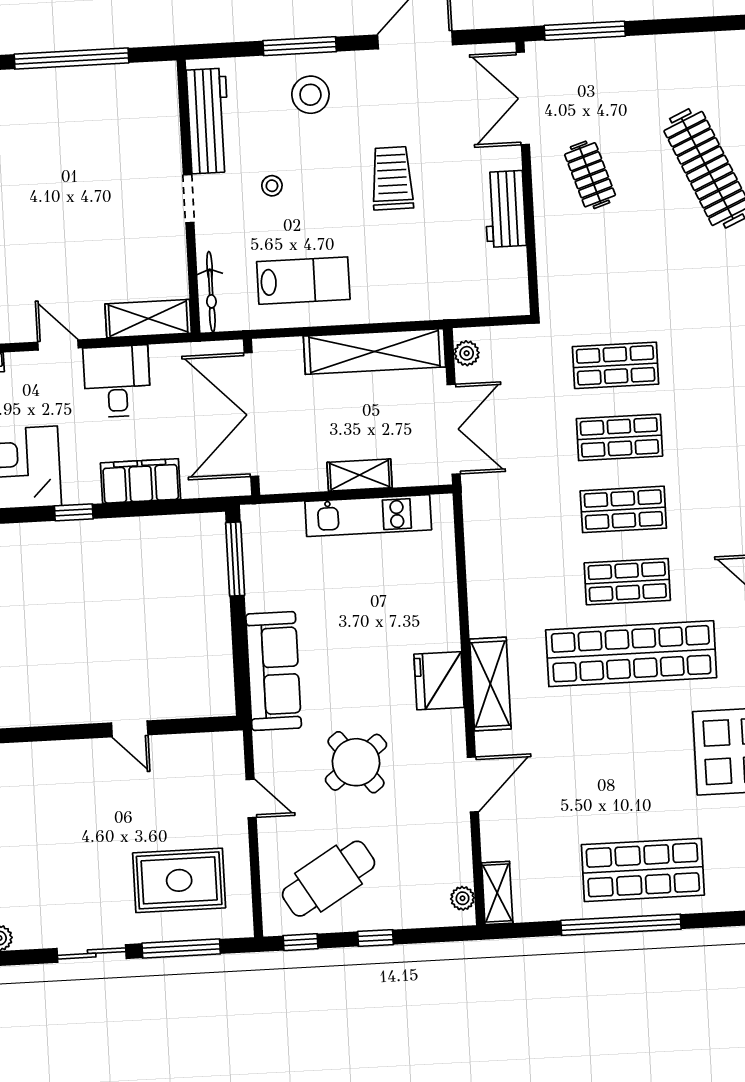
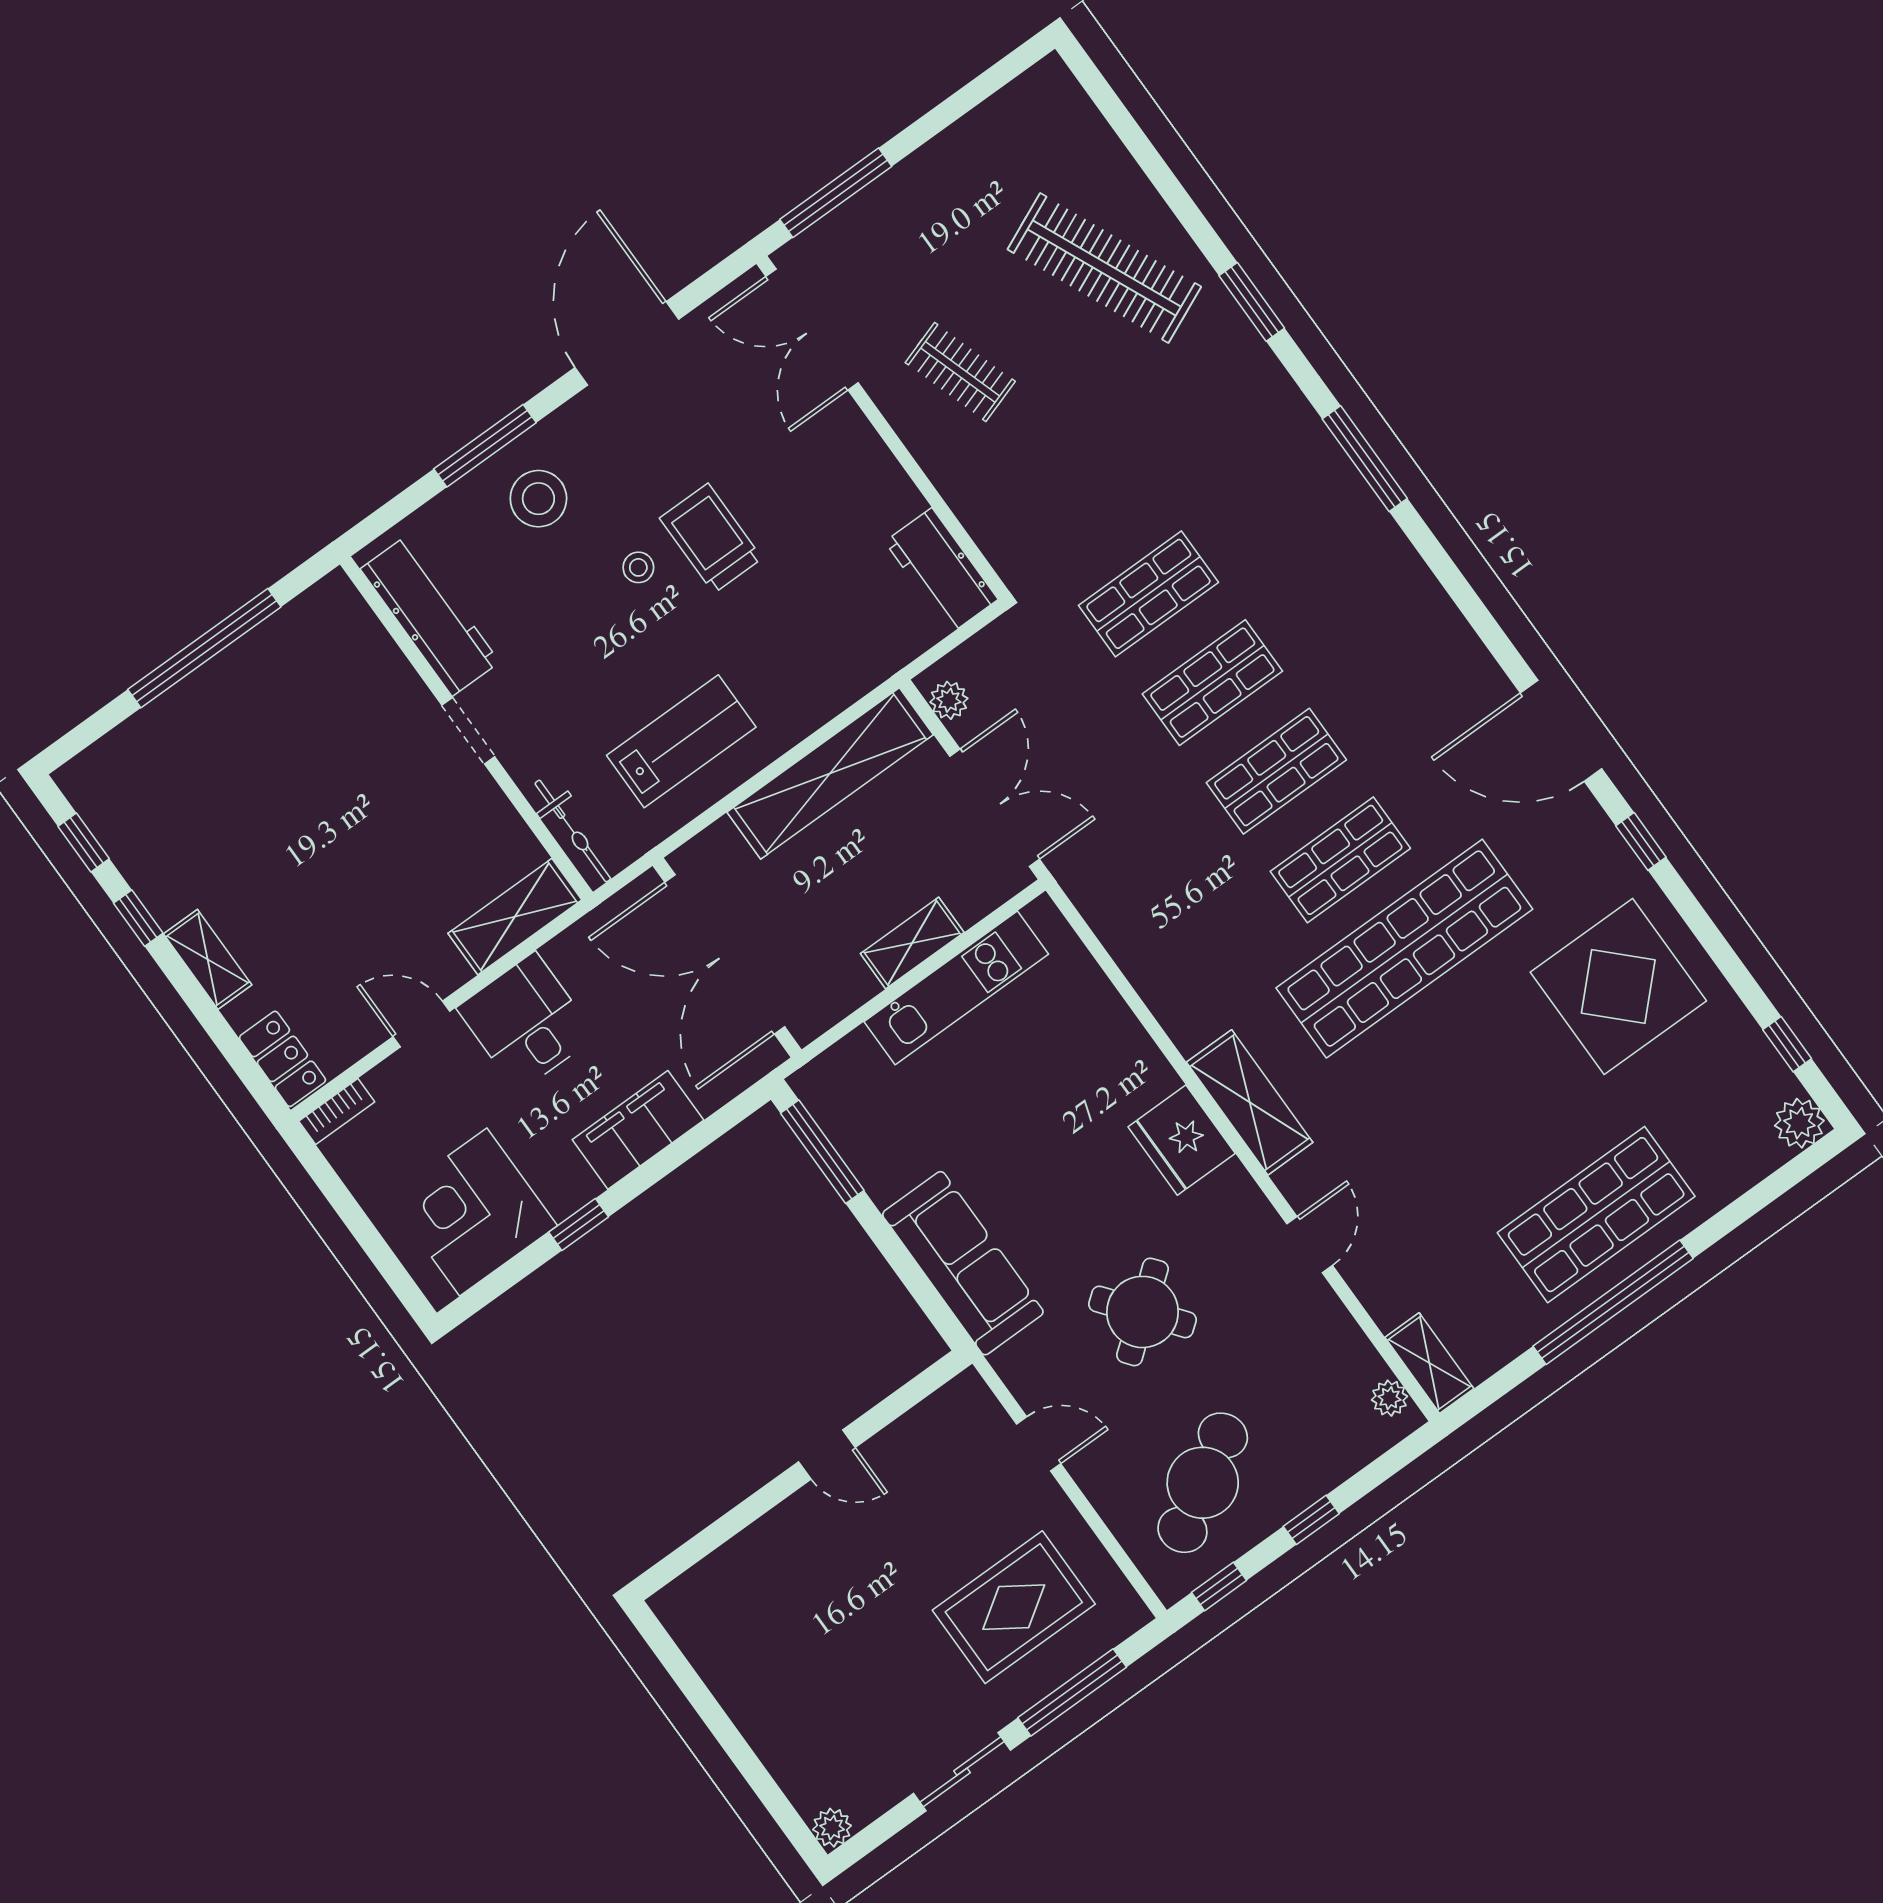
stool: (272, 186) -> (638, 567), moved
workbench: (505, 209) -> (941, 571), moved
door: (473, 784) -> (1310, 1245), width x0.73

